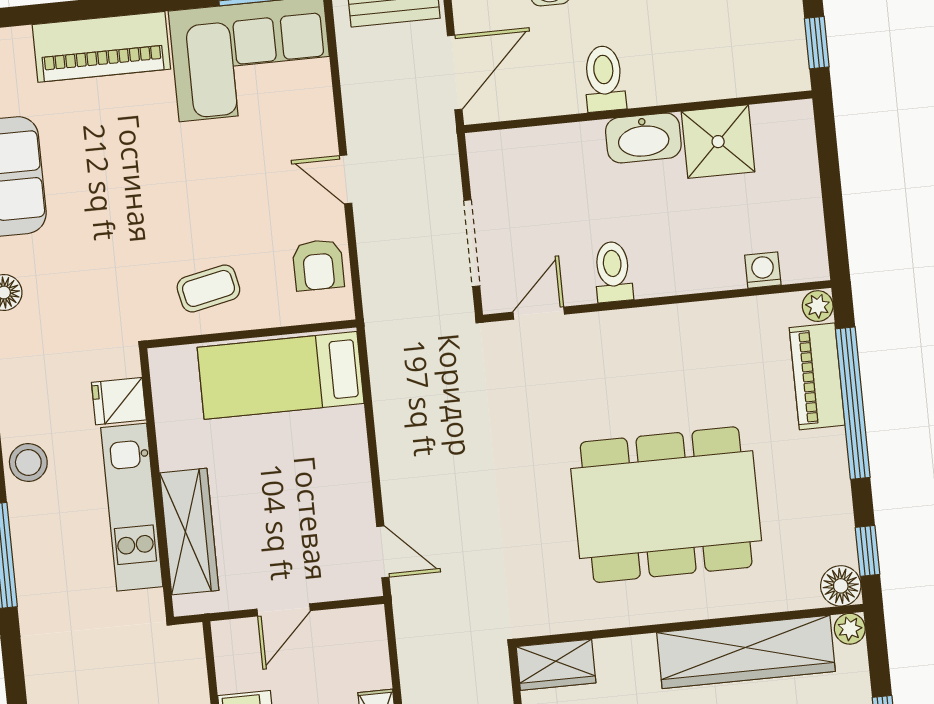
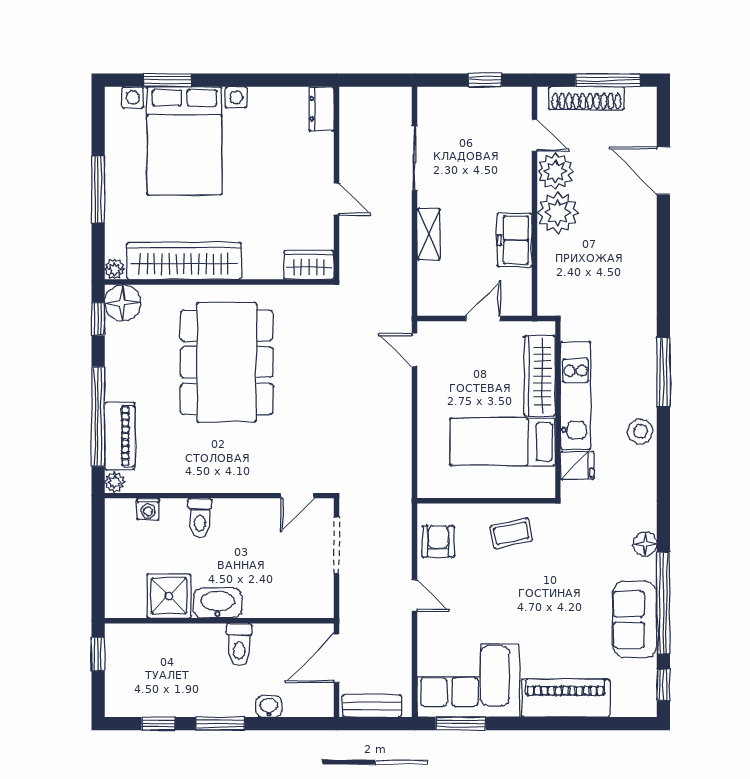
toilet: (613, 272) -> (200, 518), moved
bed: (281, 375) -> (503, 442), moved, turned 180
dining table: (666, 505) -> (227, 362), turned 90
floor lamp: (841, 586) -> (123, 303), width x1.38, depth x1.38

